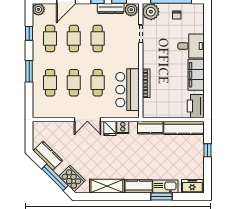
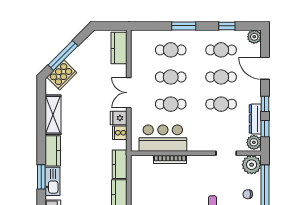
kitchen counter: (48, 156) -> (119, 48), moved, turned 135

